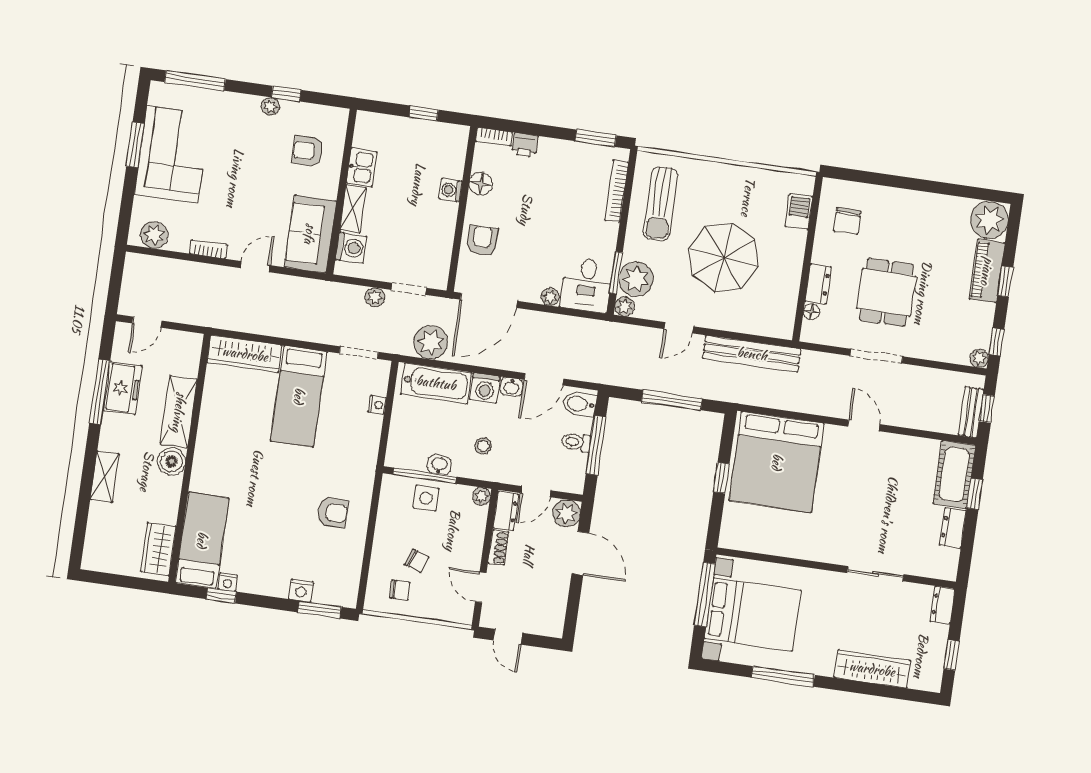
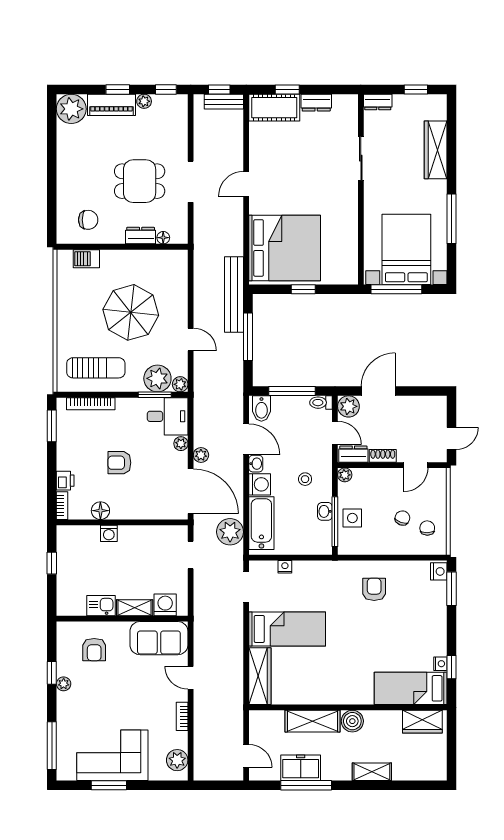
armchair: (482, 241) -> (119, 463), moved
plant: (375, 297) -> (201, 455), moved
bench: (752, 354) -> (234, 294), moved
plant: (979, 358) -> (144, 101), moved
toilet: (576, 442) -> (321, 403), moved, turned 90
nightstand: (301, 591) -> (439, 571), moved

